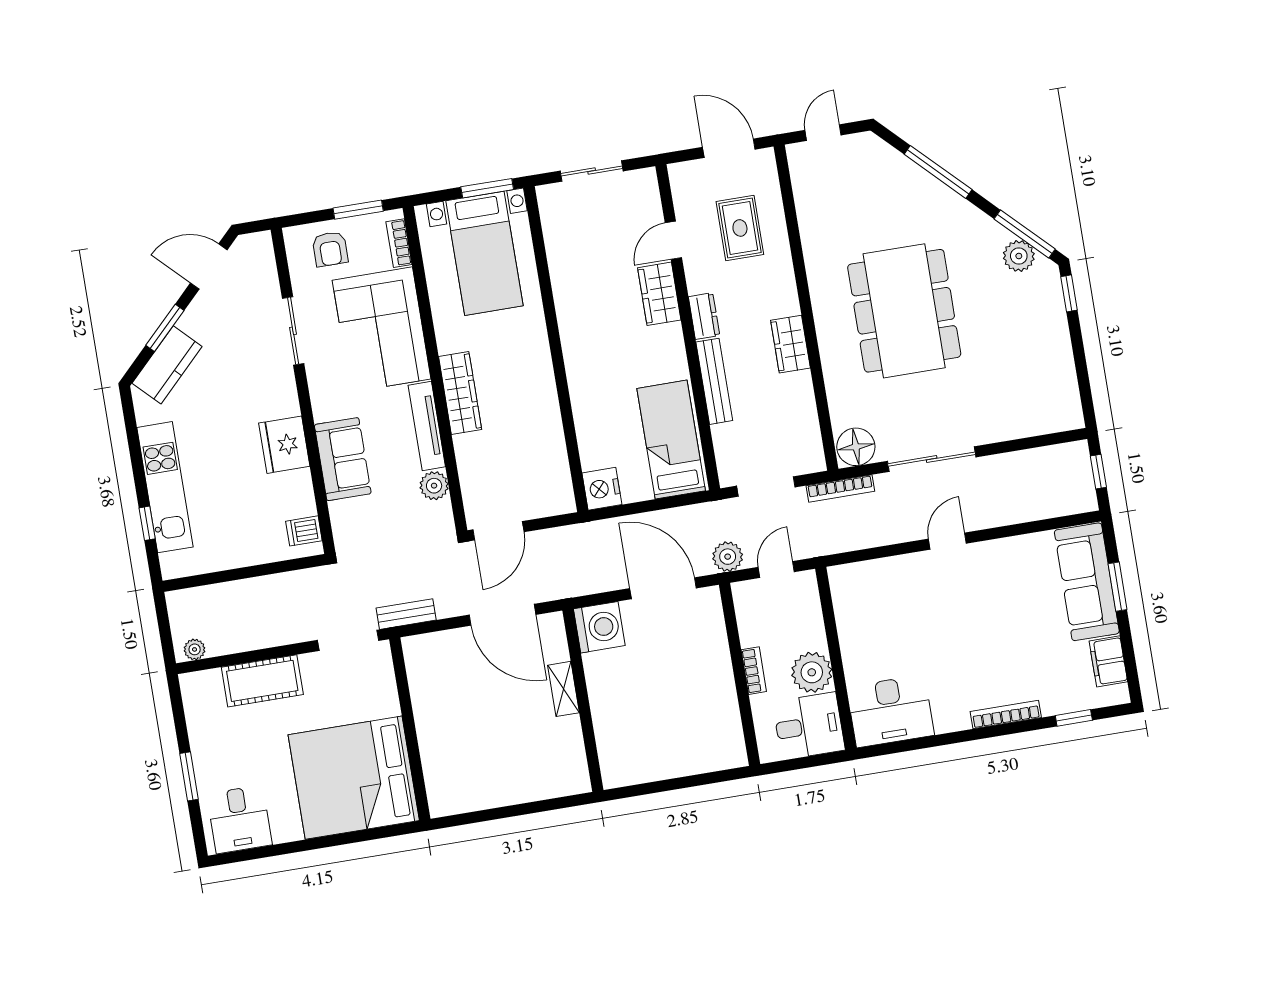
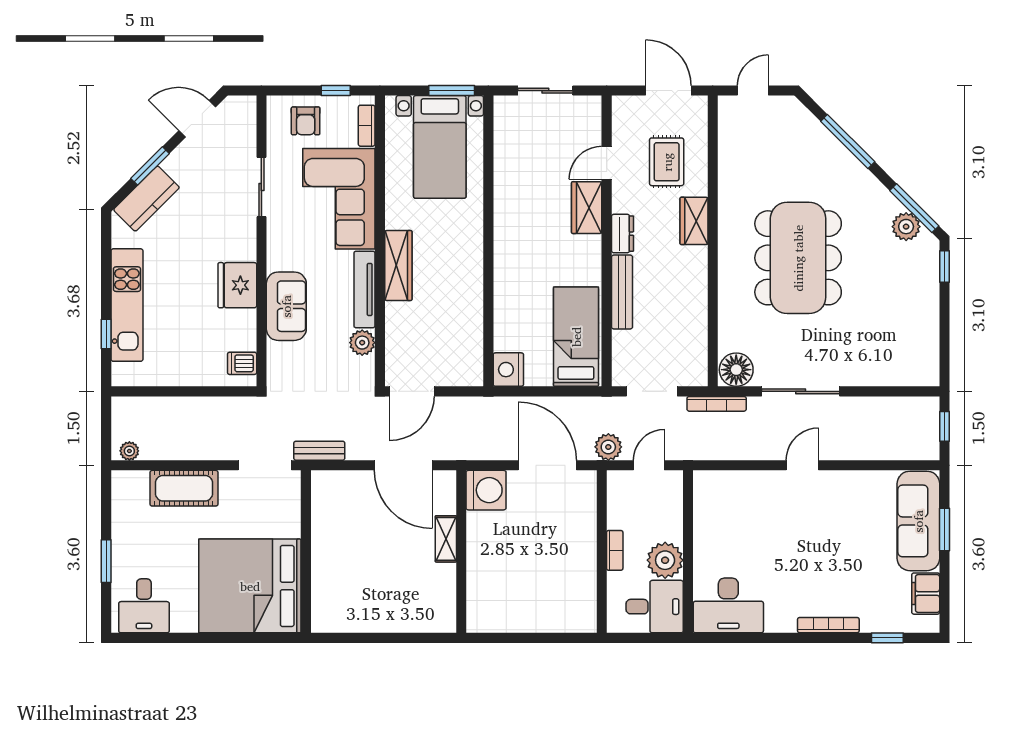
window: (358, 210) -> (336, 91), width x0.67
wardrobe: (790, 344) -> (694, 221), moved

